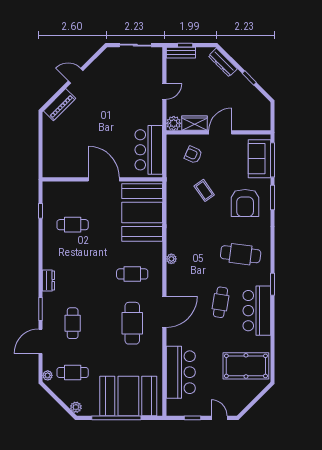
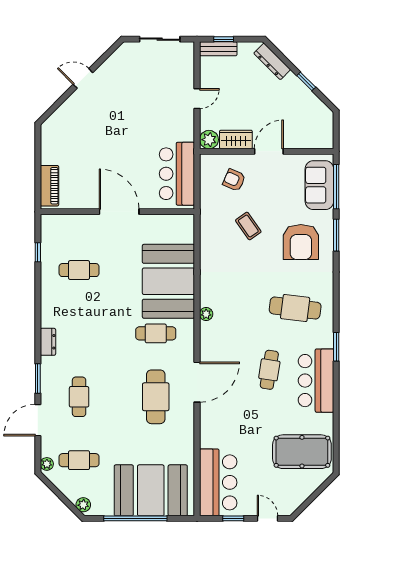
piano: (60, 105) -> (49, 186), moved, turned -45
booth: (142, 212) -> (168, 281), moved
bar counter: (181, 372) -> (218, 482), moved

